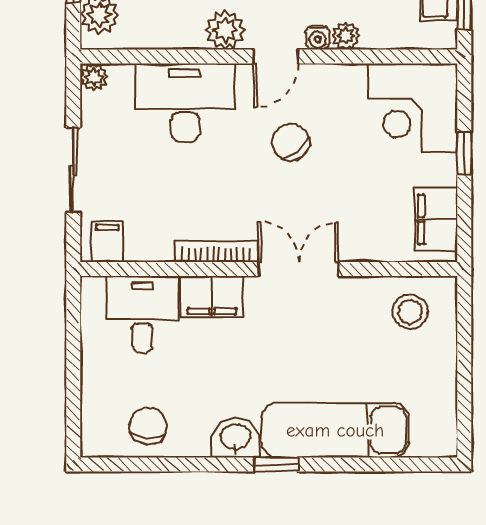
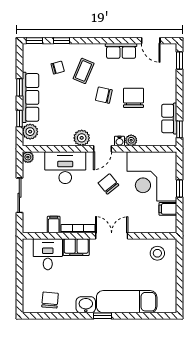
corner desk: (413, 108) -> (152, 176), width x1.36, depth x1.36
filing cabinet: (436, 219) -> (168, 209), width x0.50
filing cabinet: (107, 242) -> (54, 225), moved

